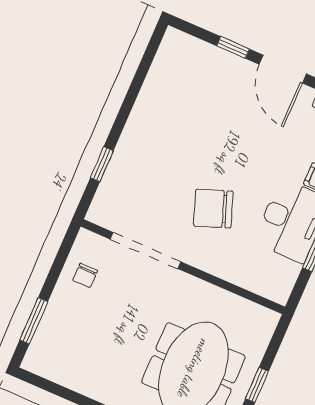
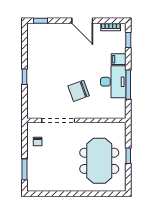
window: (233, 47) -> (40, 21), moved
window: (102, 164) -> (25, 77), moved

